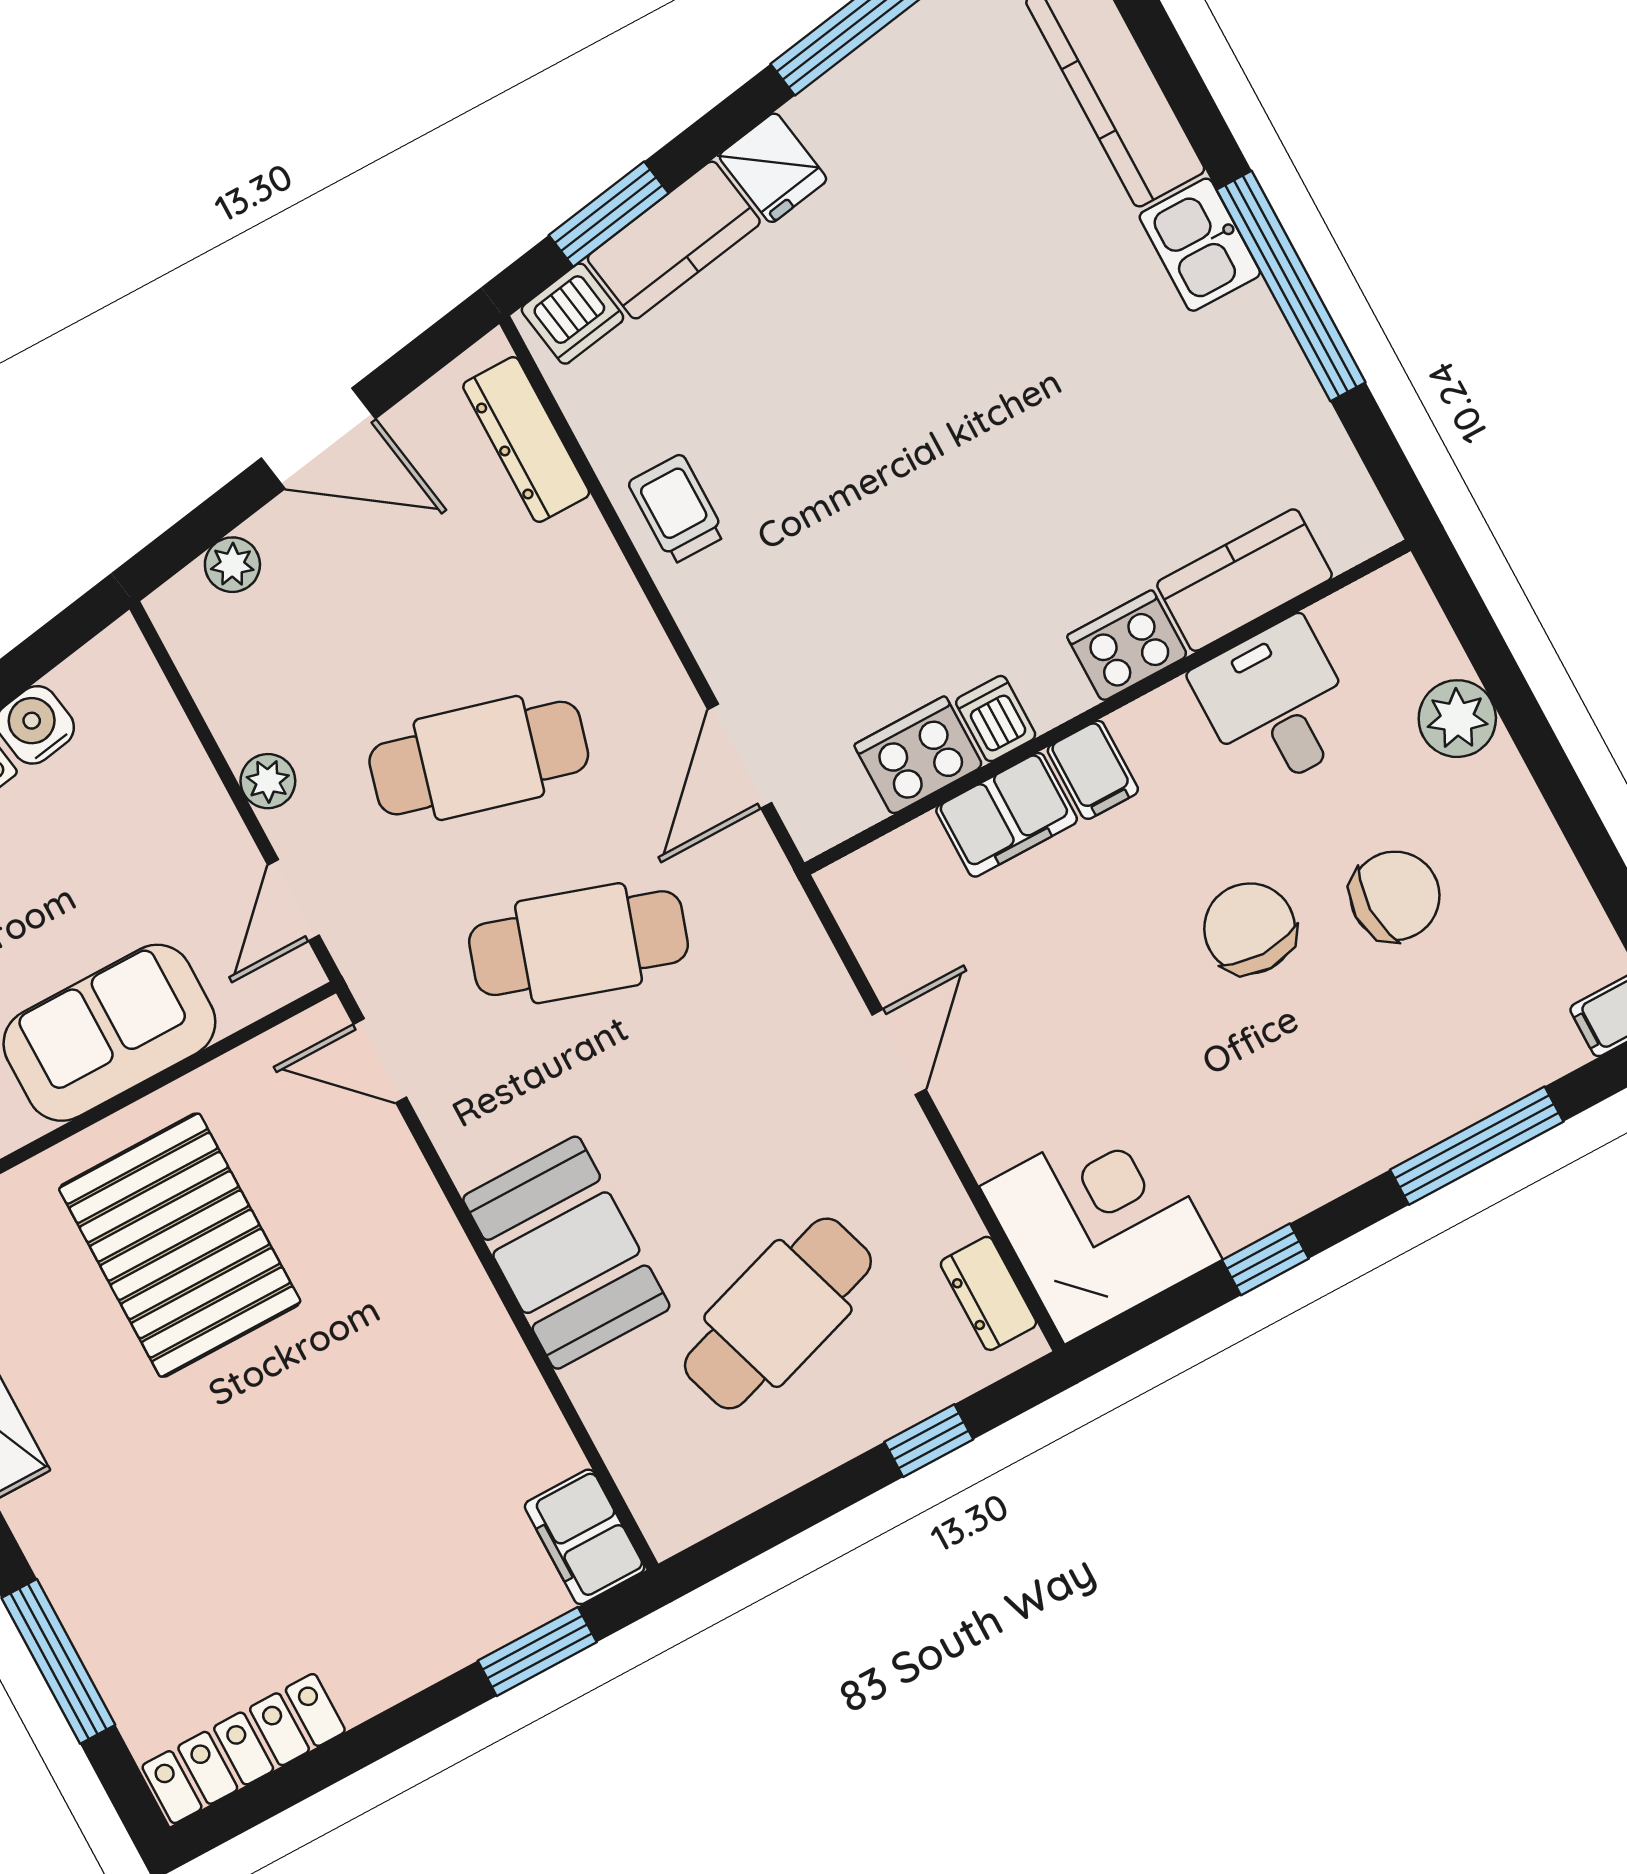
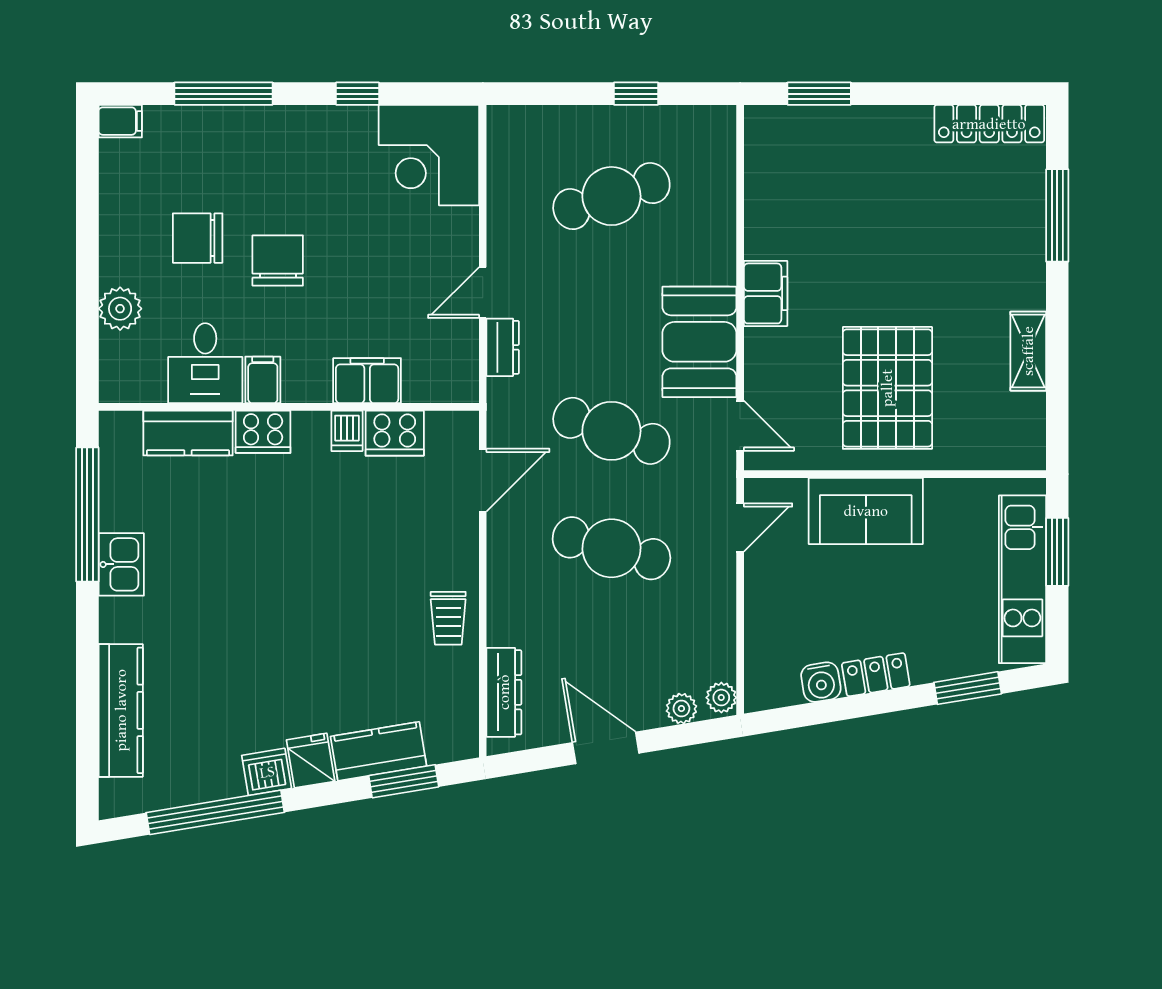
kitchen sink: (1200, 245) -> (121, 564), moved
window: (1291, 286) -> (87, 515), moved
dishwasher: (572, 314) -> (267, 772), moved
filing cabinet: (1093, 770) -> (263, 380), moved
plant: (268, 781) -> (721, 698), moved
chair: (1250, 928) -> (278, 260), turned 180
booth: (566, 1253) -> (699, 342), moved
dresser: (988, 1293) -> (503, 347), moved
window: (929, 1441) -> (636, 94), moved
filing cabinet: (585, 1537) -> (766, 293), moved

